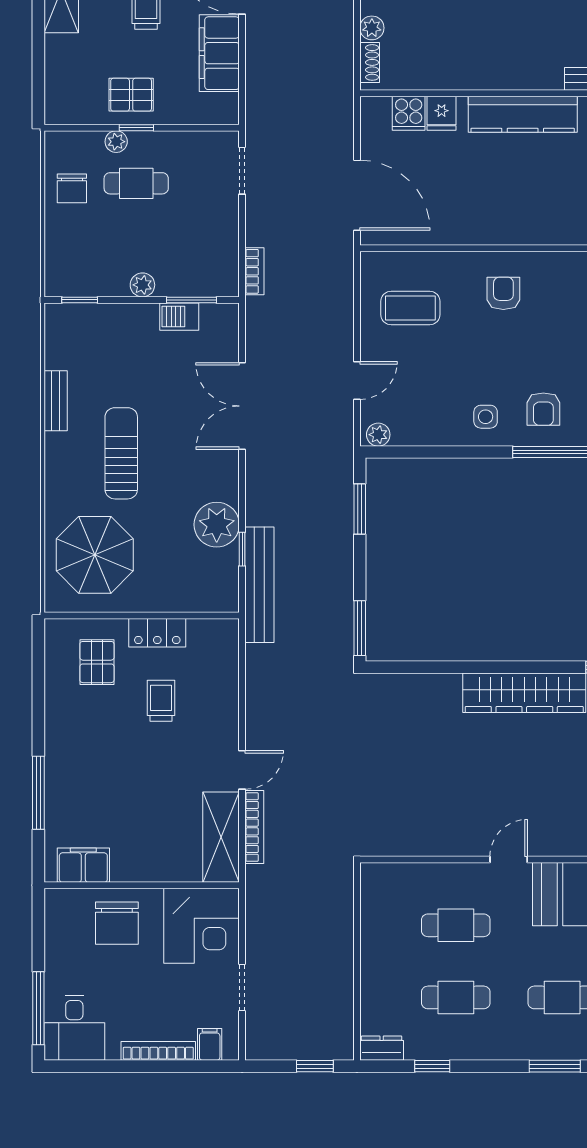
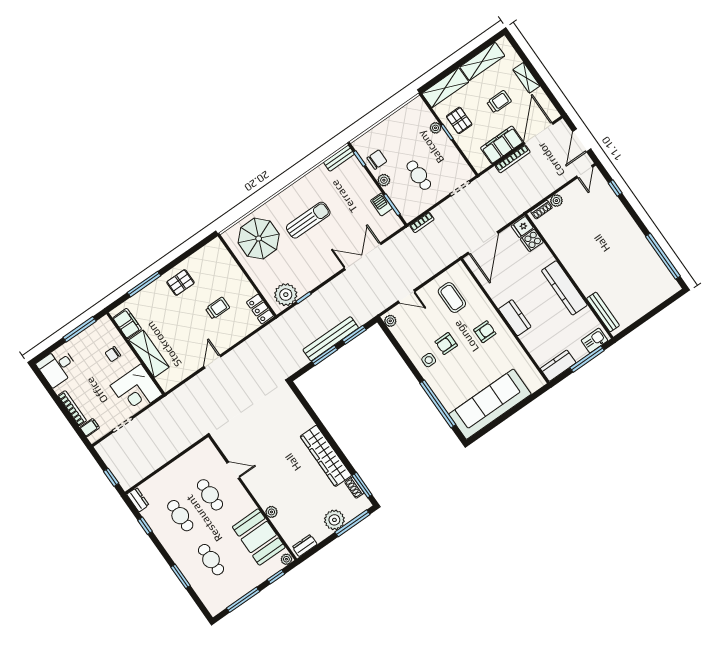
shelving: (62, 80) -> (445, 88), added
fridge: (442, 113) -> (522, 227), moved
cafe table: (136, 183) -> (419, 175), moved
chair: (72, 188) -> (377, 160), moved, turned 180
kitchen counter: (515, 229) -> (515, 318), added
bench: (56, 401) -> (339, 158), moved
armchair: (543, 409) -> (446, 344), moved
plant: (217, 525) -> (286, 295), moved
bench: (259, 585) -> (331, 339), moved
window: (360, 628) -> (325, 355), moved
locker: (157, 633) -> (260, 309), moved
pallet: (97, 662) -> (180, 283), moved
door: (242, 770) -> (212, 362), swing flipped
bookcase: (254, 827) -> (513, 159), moved
shelving: (221, 837) -> (149, 354), moved, turned 90
plant: (554, 845) -> (271, 512), added
door: (509, 859) -> (233, 470), moved
chair: (117, 923) -> (113, 354), width x0.54, depth x0.54
window: (38, 1008) -> (80, 329), moved

